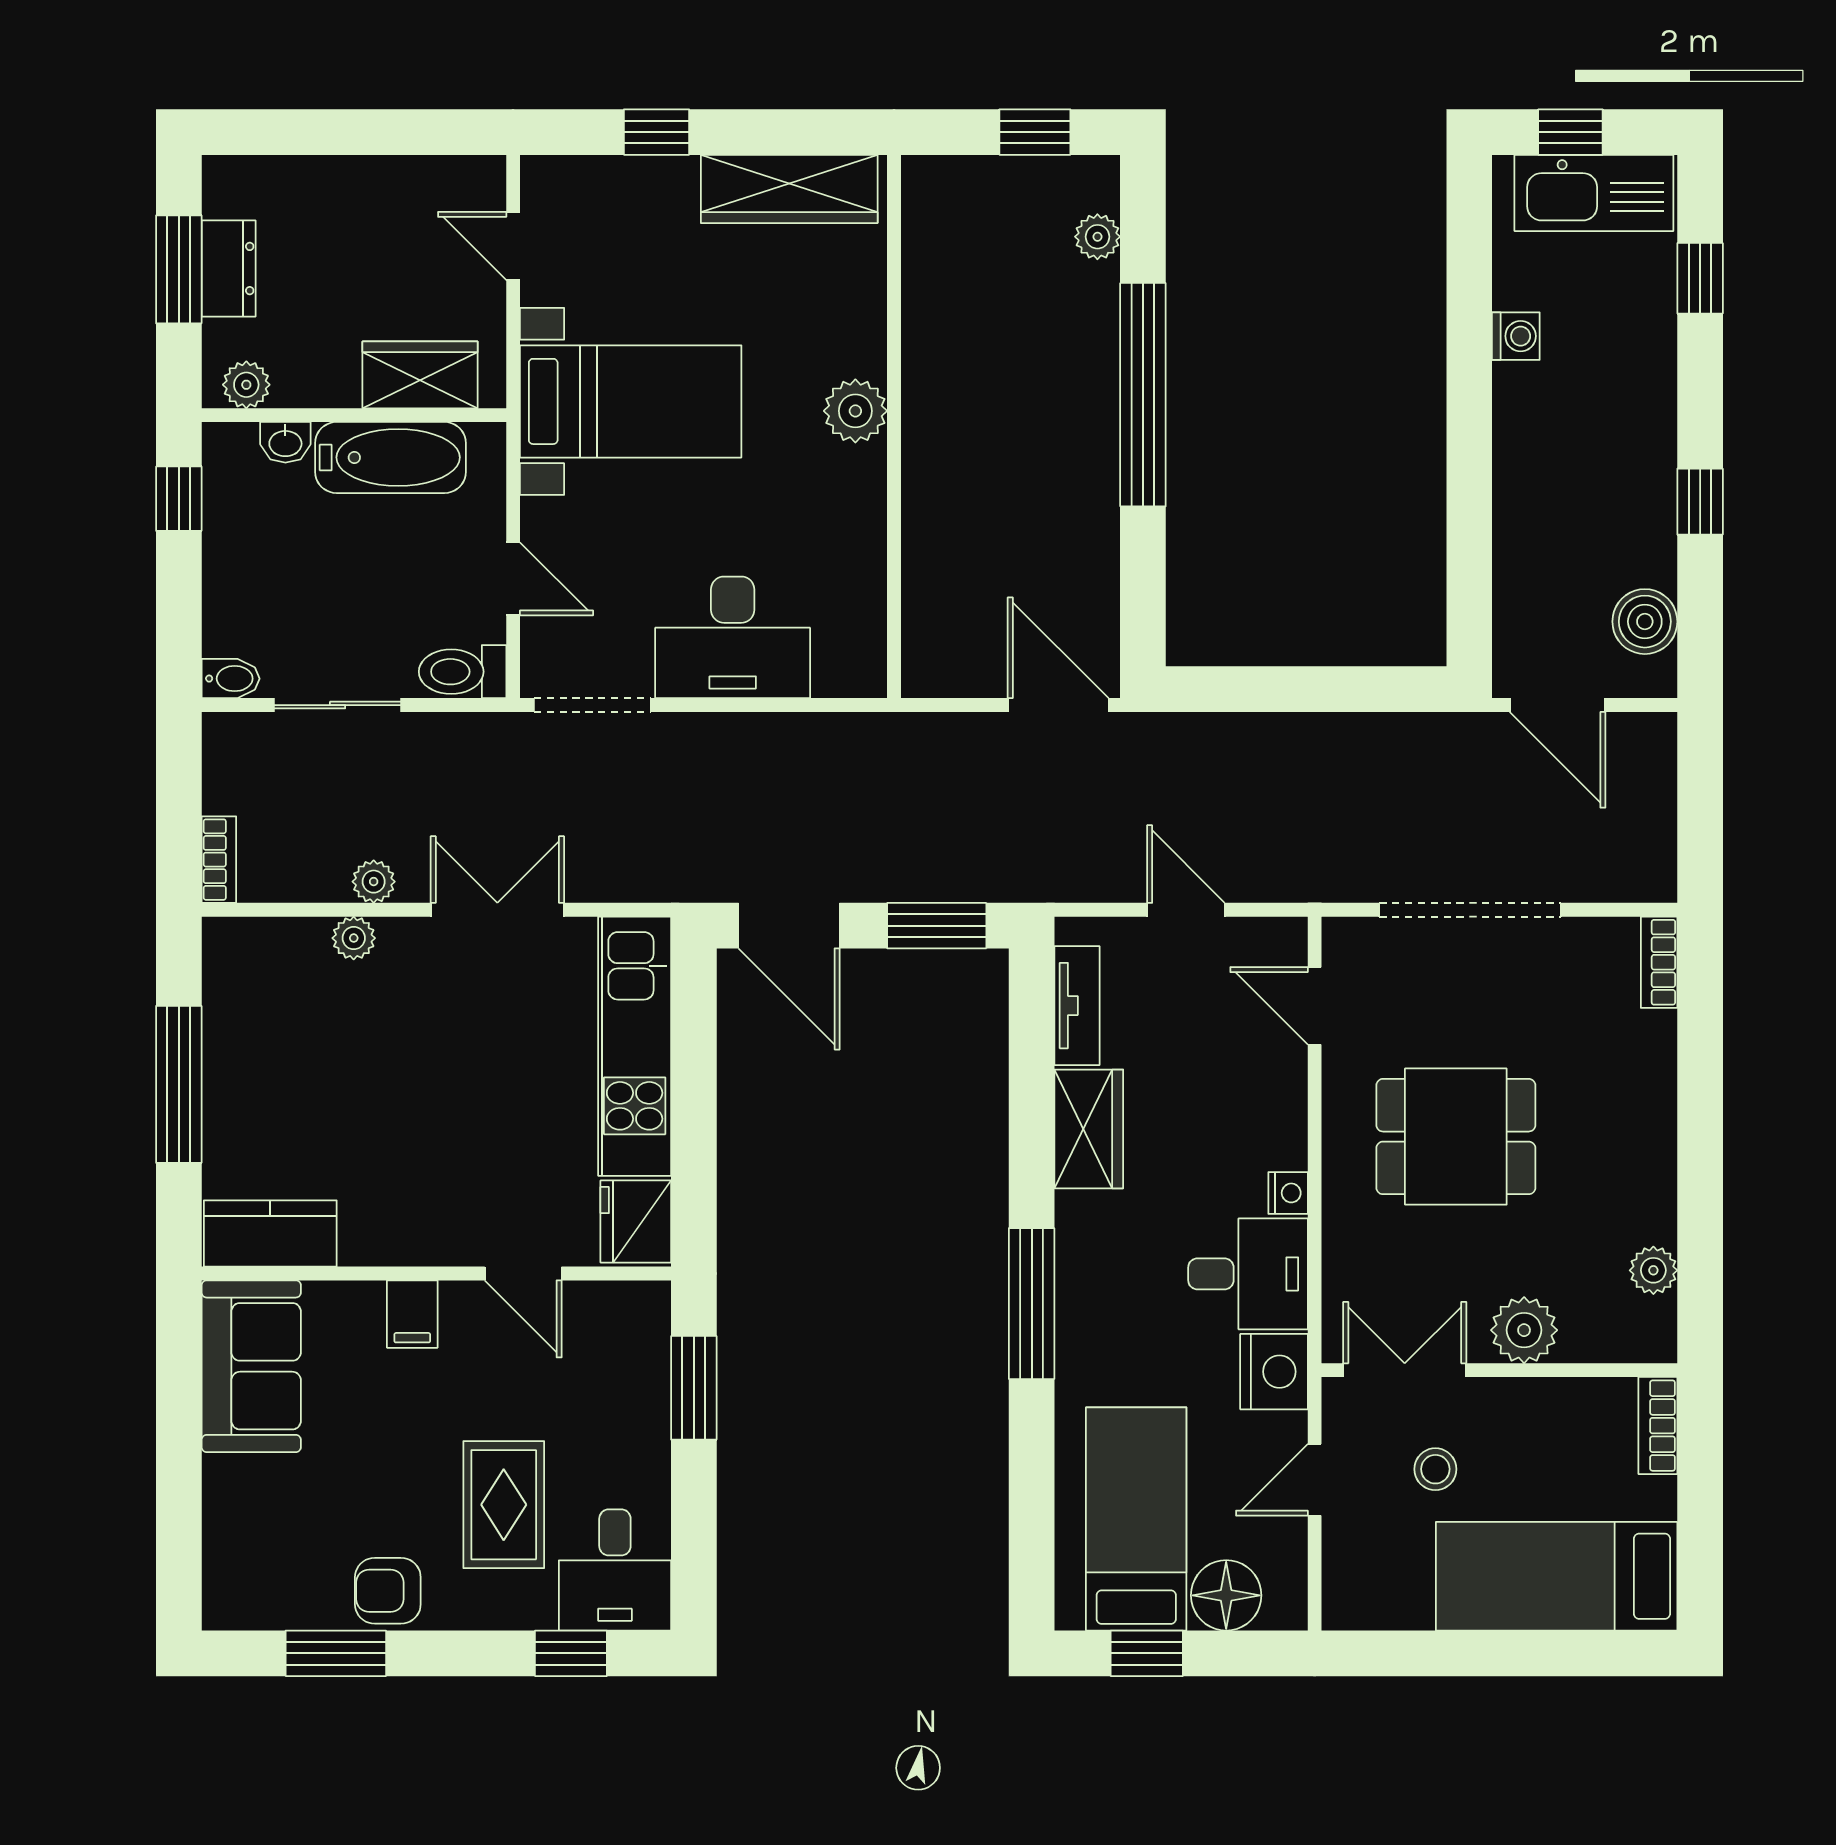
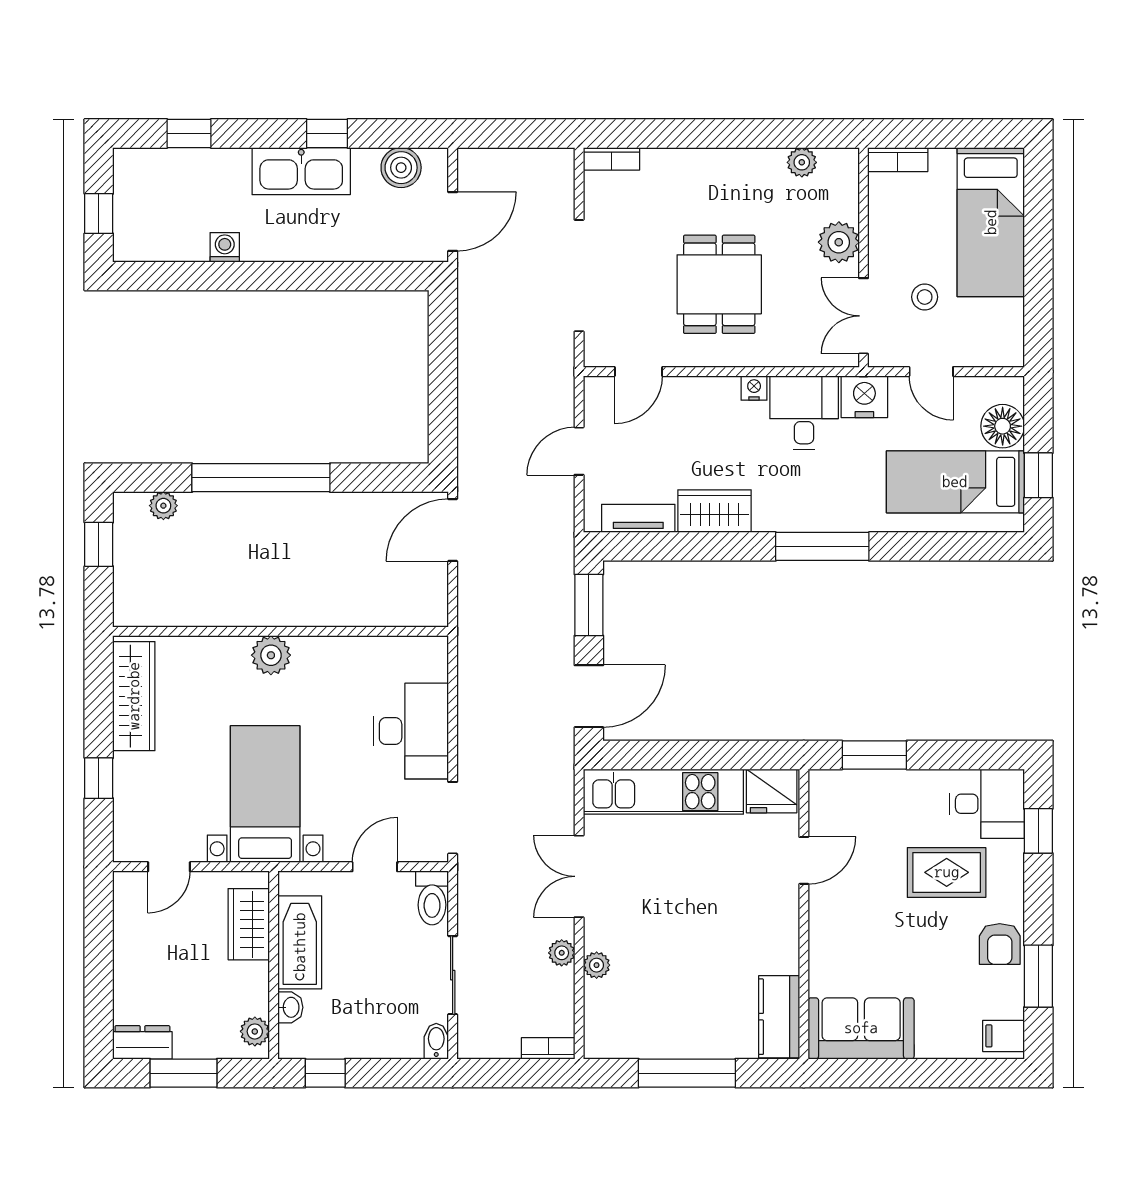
kitchen sink: (1594, 193) -> (301, 171), moved, turned 90
dresser: (229, 269) -> (142, 1042), moved
filing cabinet: (412, 1314) -> (1003, 1036), moved, turned 180

